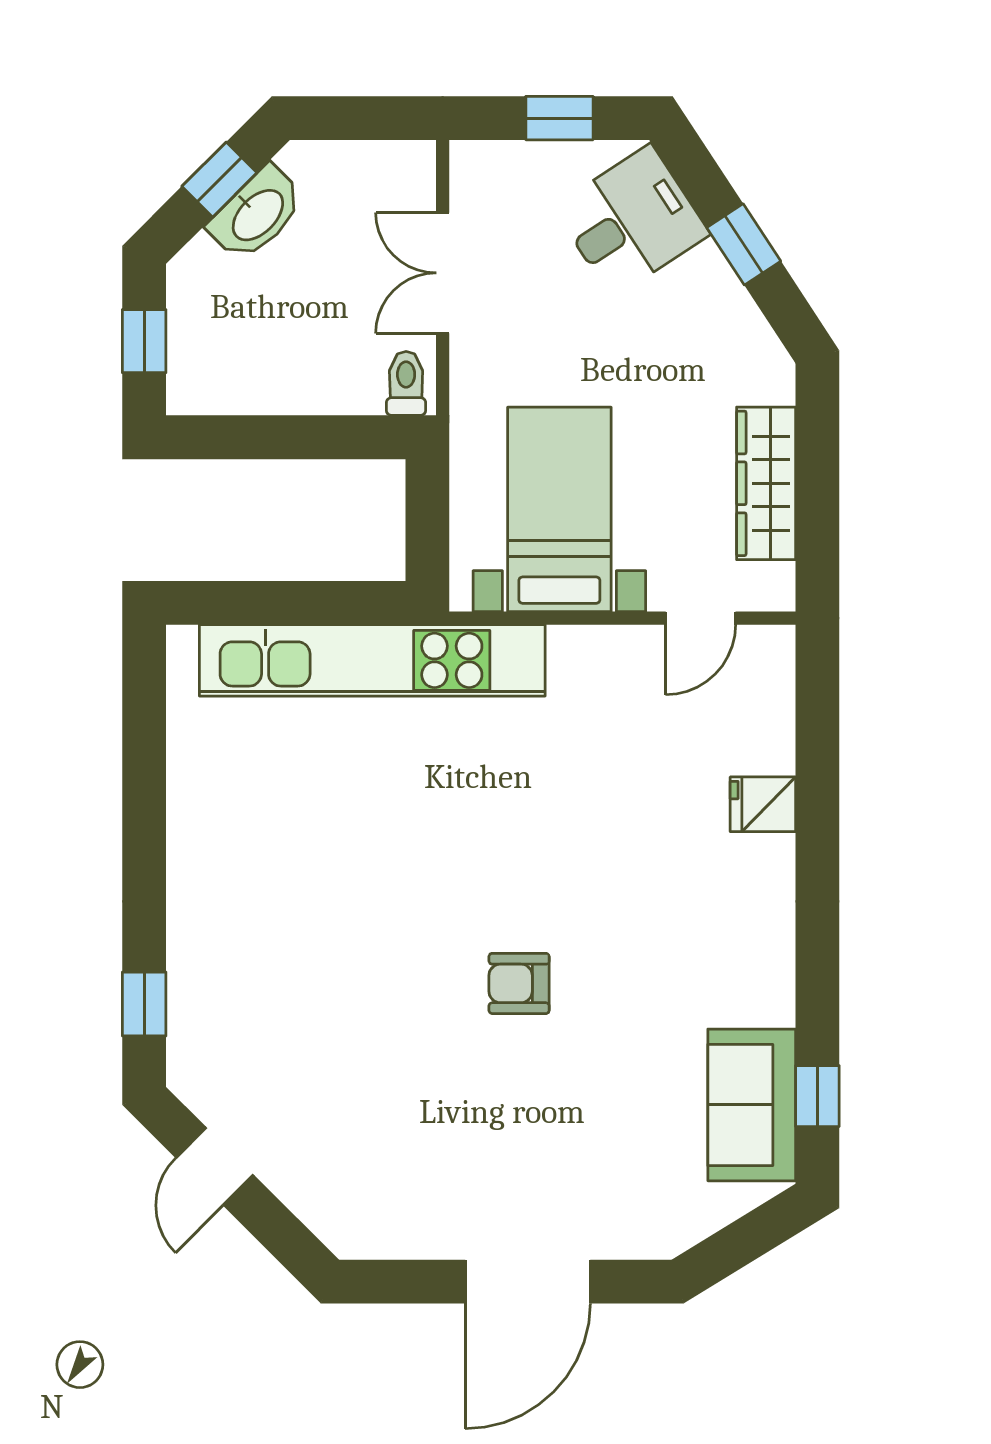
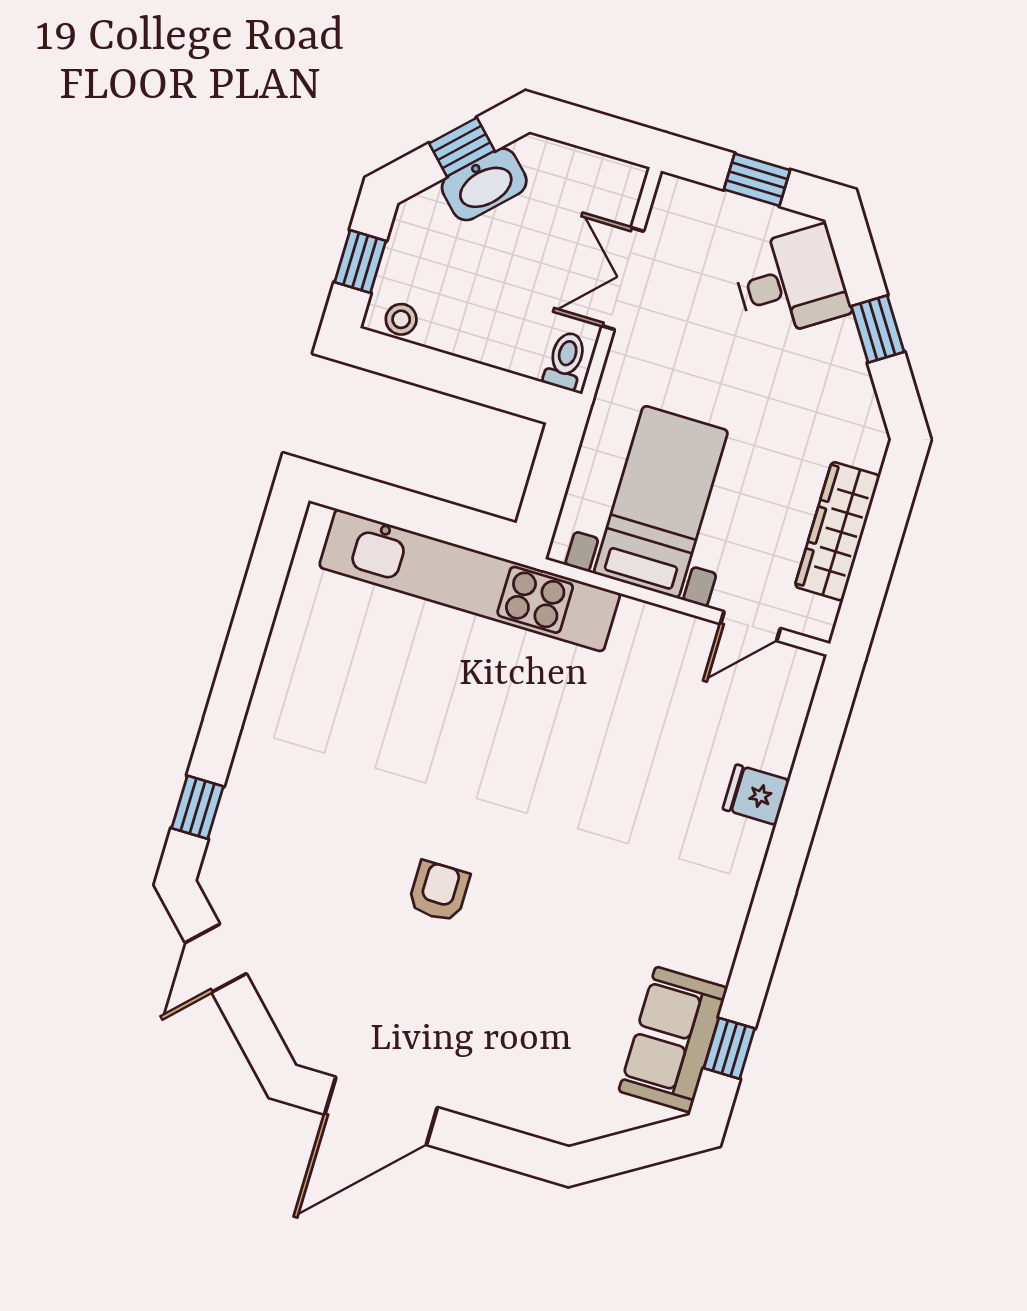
stool: (209, 392) -> (401, 319), added
armchair: (519, 983) -> (439, 891), moved, turned 90
door: (528, 1282) -> (381, 1111), moved

